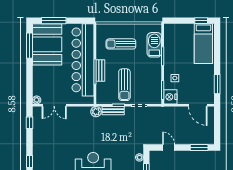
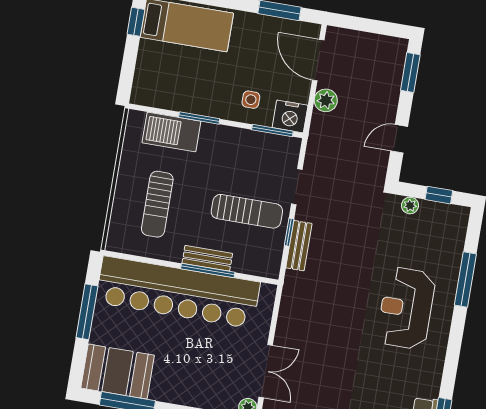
window: (54, 21) -> (87, 312), moved
booth: (47, 44) -> (118, 372), width x0.73, depth x0.70
door: (198, 105) -> (318, 60), swing flipped
plant: (96, 112) -> (326, 100), moved

